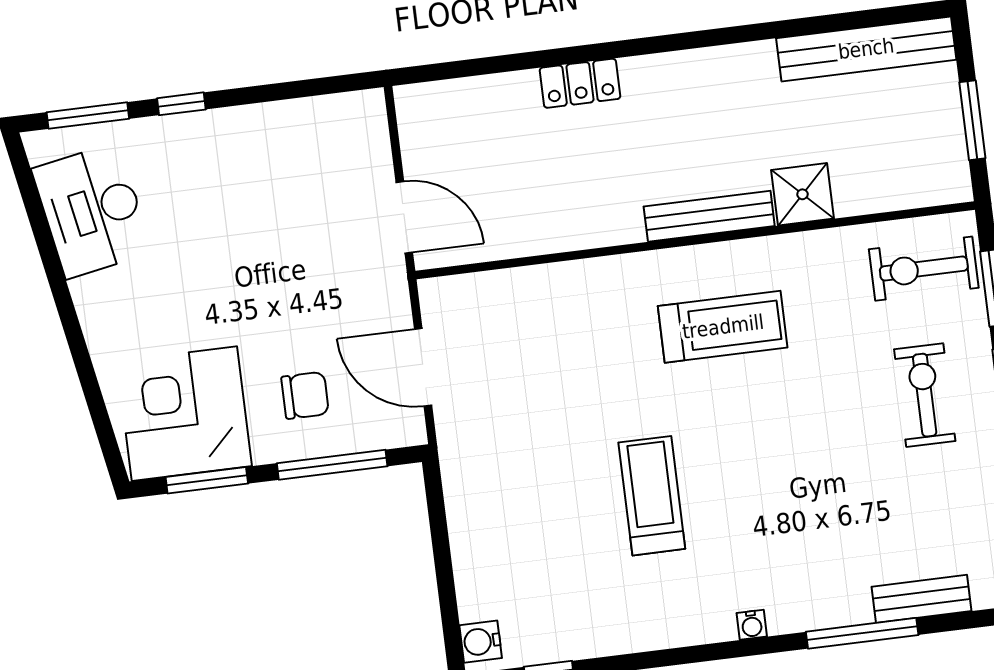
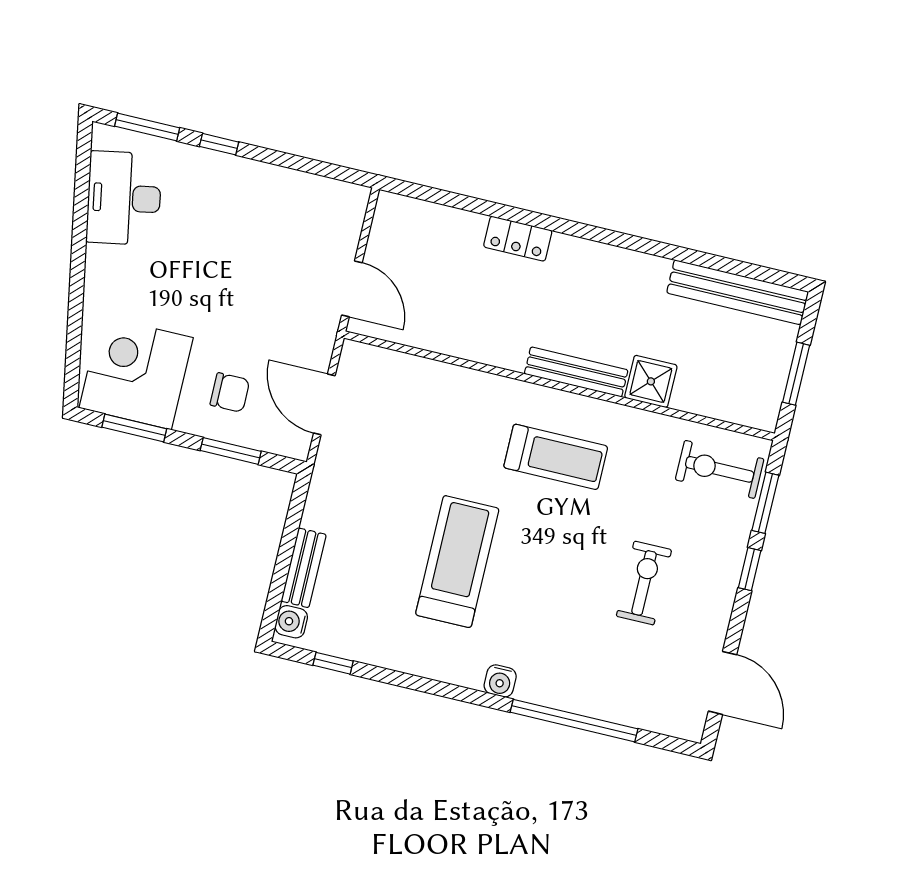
exercise bike: (925, 395) -> (644, 583), moved
window: (332, 465) -> (231, 451), width x0.69
treadmill: (652, 496) -> (457, 562), width x1.37, depth x1.38
bench: (922, 599) -> (304, 568), moved, turned 90
water cooler: (752, 625) -> (500, 681), width x1.38, depth x1.38
window: (862, 633) -> (574, 721), width x1.46

